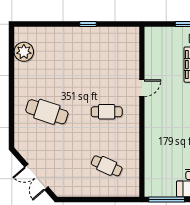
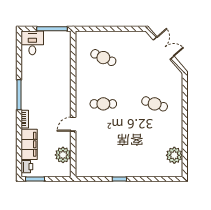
plant: (154, 52) -> (63, 155), added
cafe table: (47, 112) -> (155, 104), width x0.73, depth x0.74

